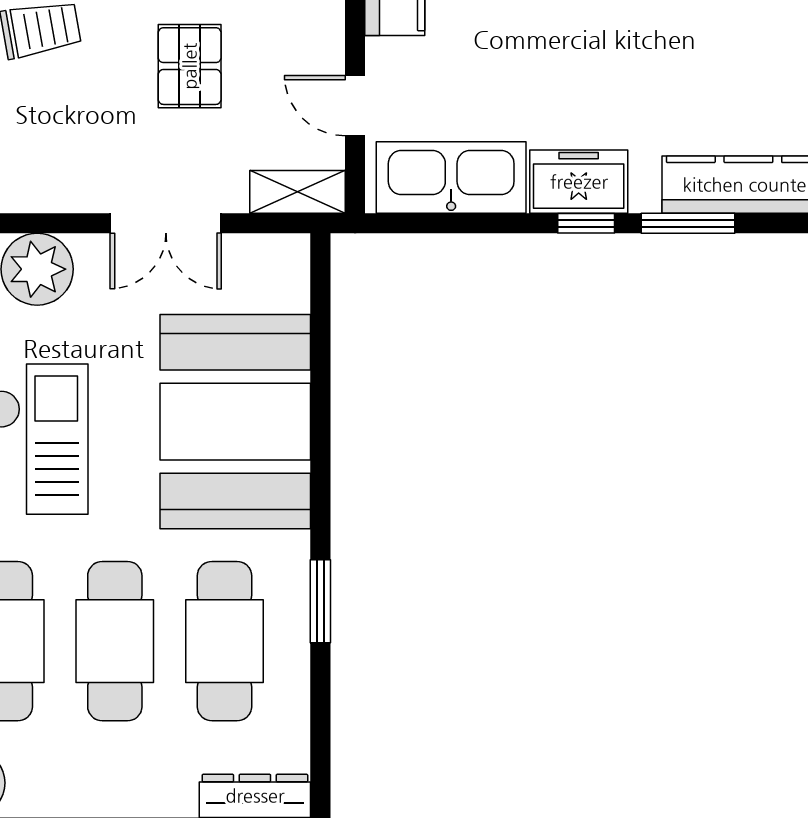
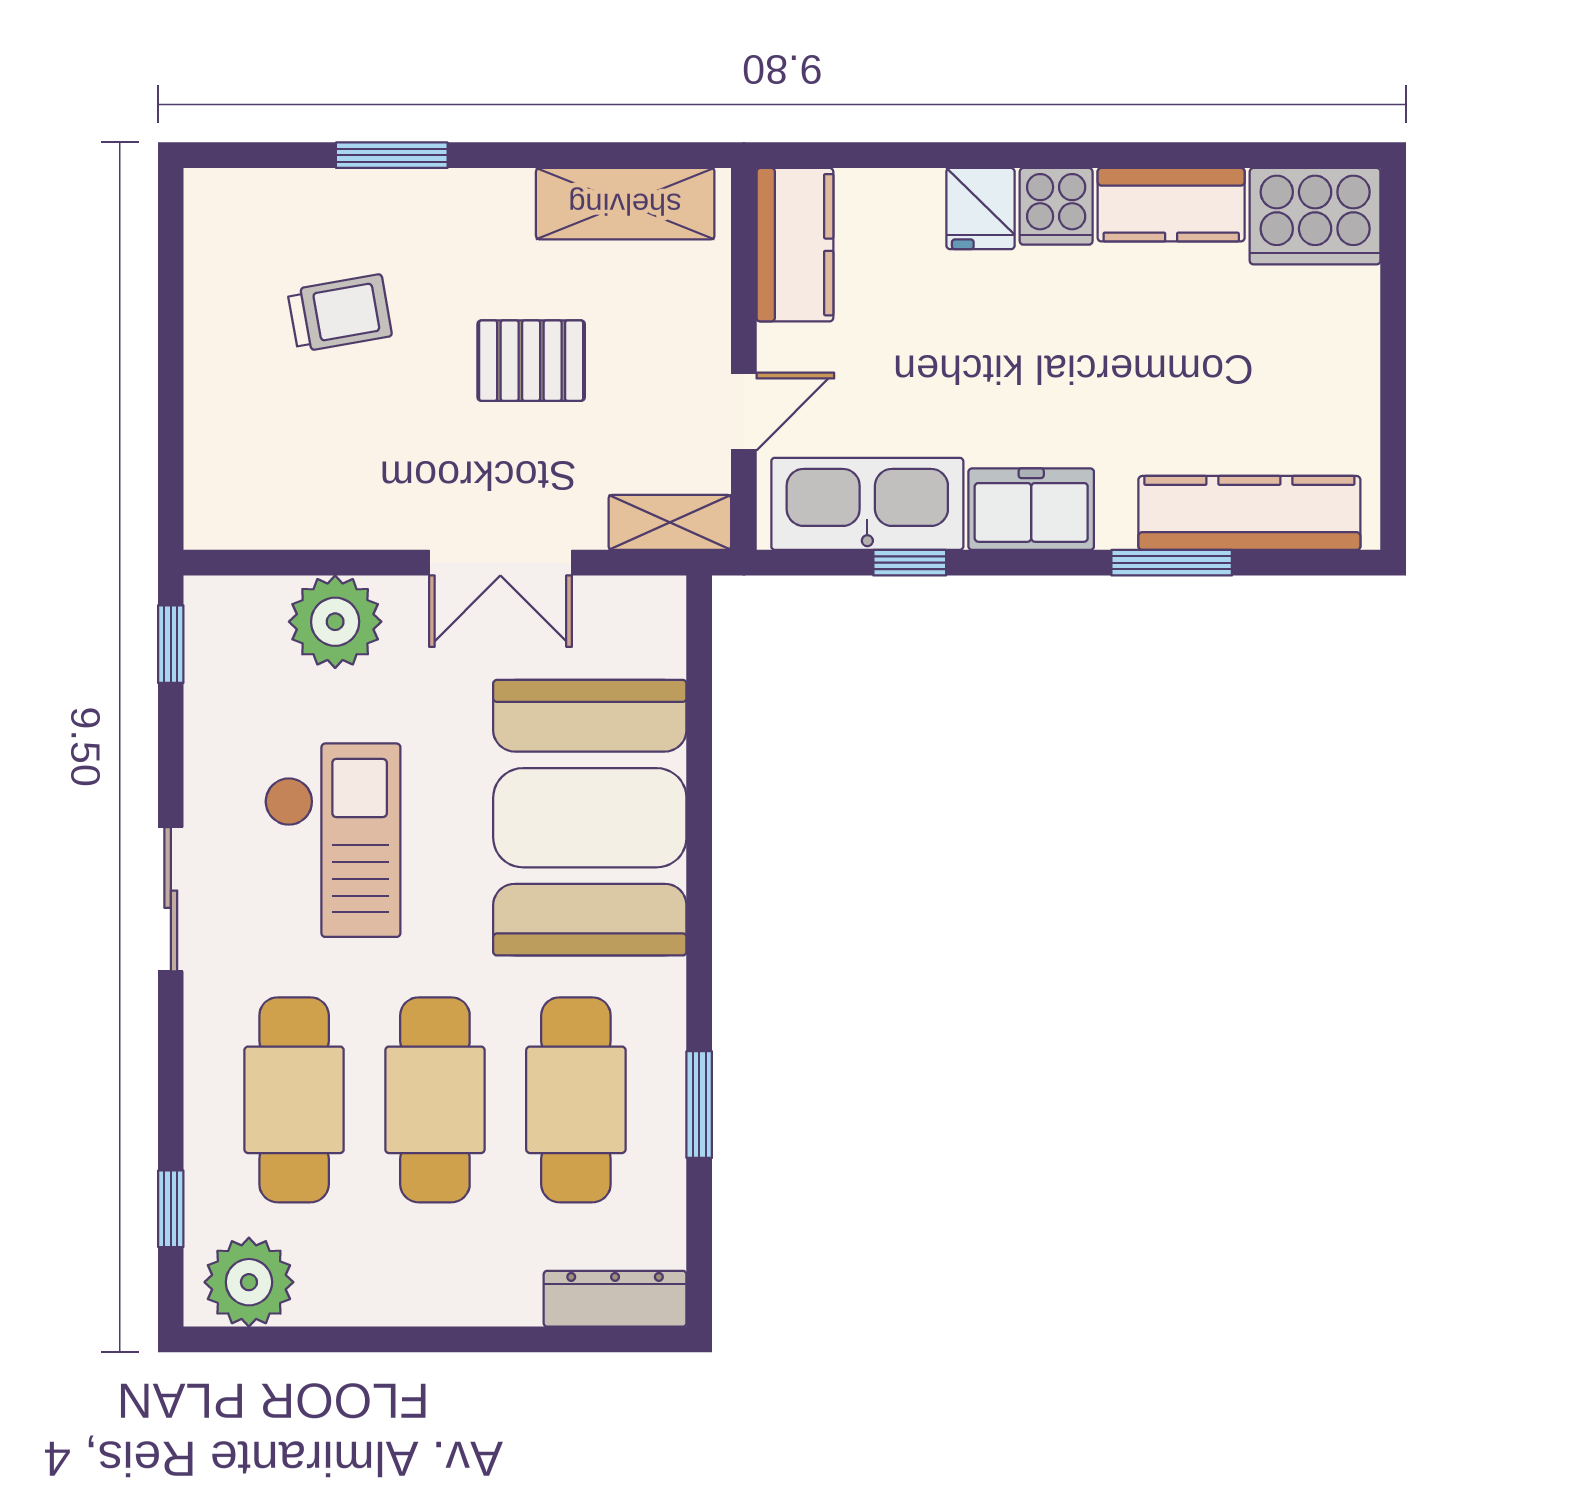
pallet: (190, 66) -> (531, 361), turned 90
door: (355, 106) -> (744, 412), swing flipped
window: (586, 223) -> (910, 563), moved
window: (320, 601) -> (699, 1105), moved

